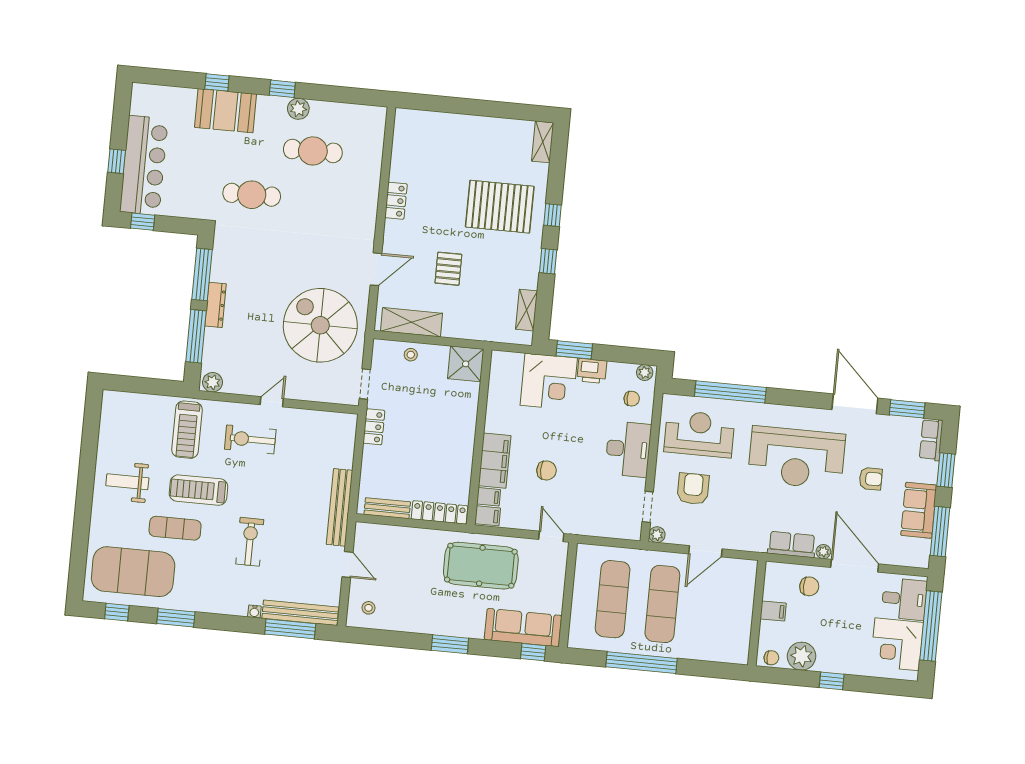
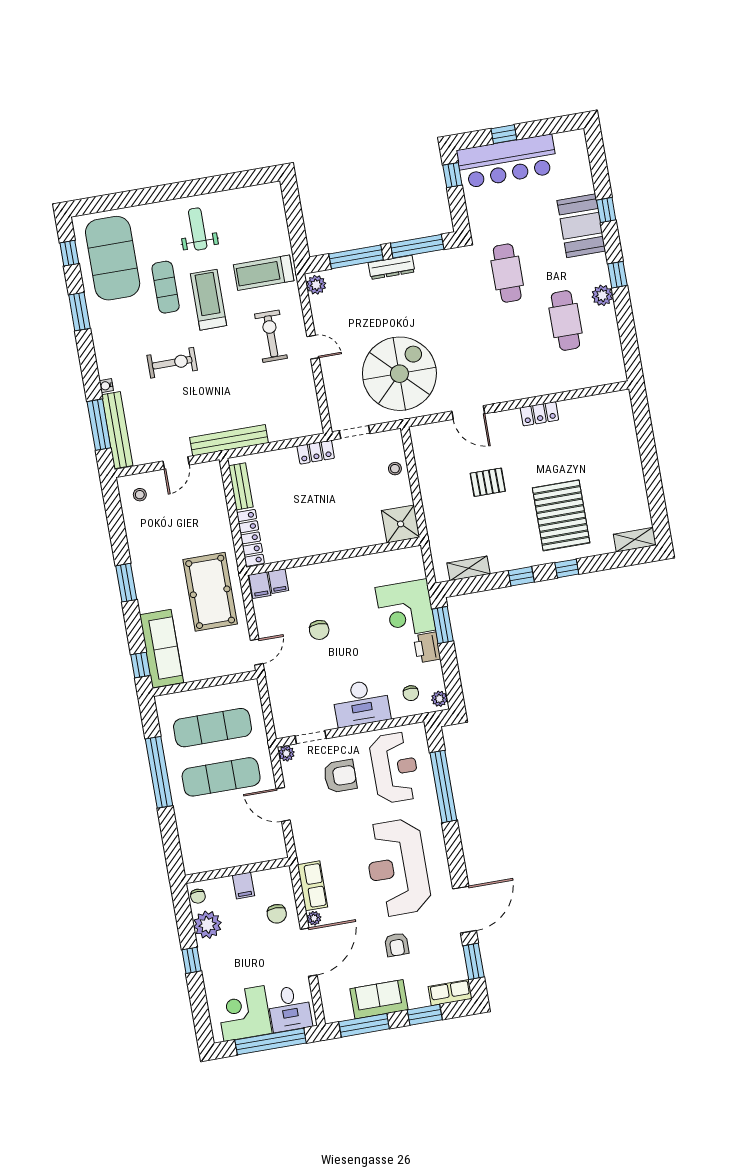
shelving: (412, 322) -> (426, 461), removed
filing cabinet: (495, 461) -> (315, 577), removed

